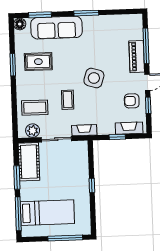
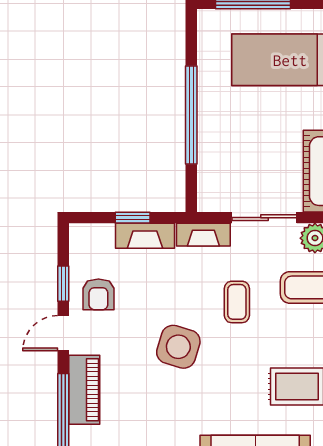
armchair: (132, 101) -> (98, 294), turned 90
fireplace: (129, 128) -> (145, 236), moved
window: (92, 185) -> (191, 115), width x3.17

